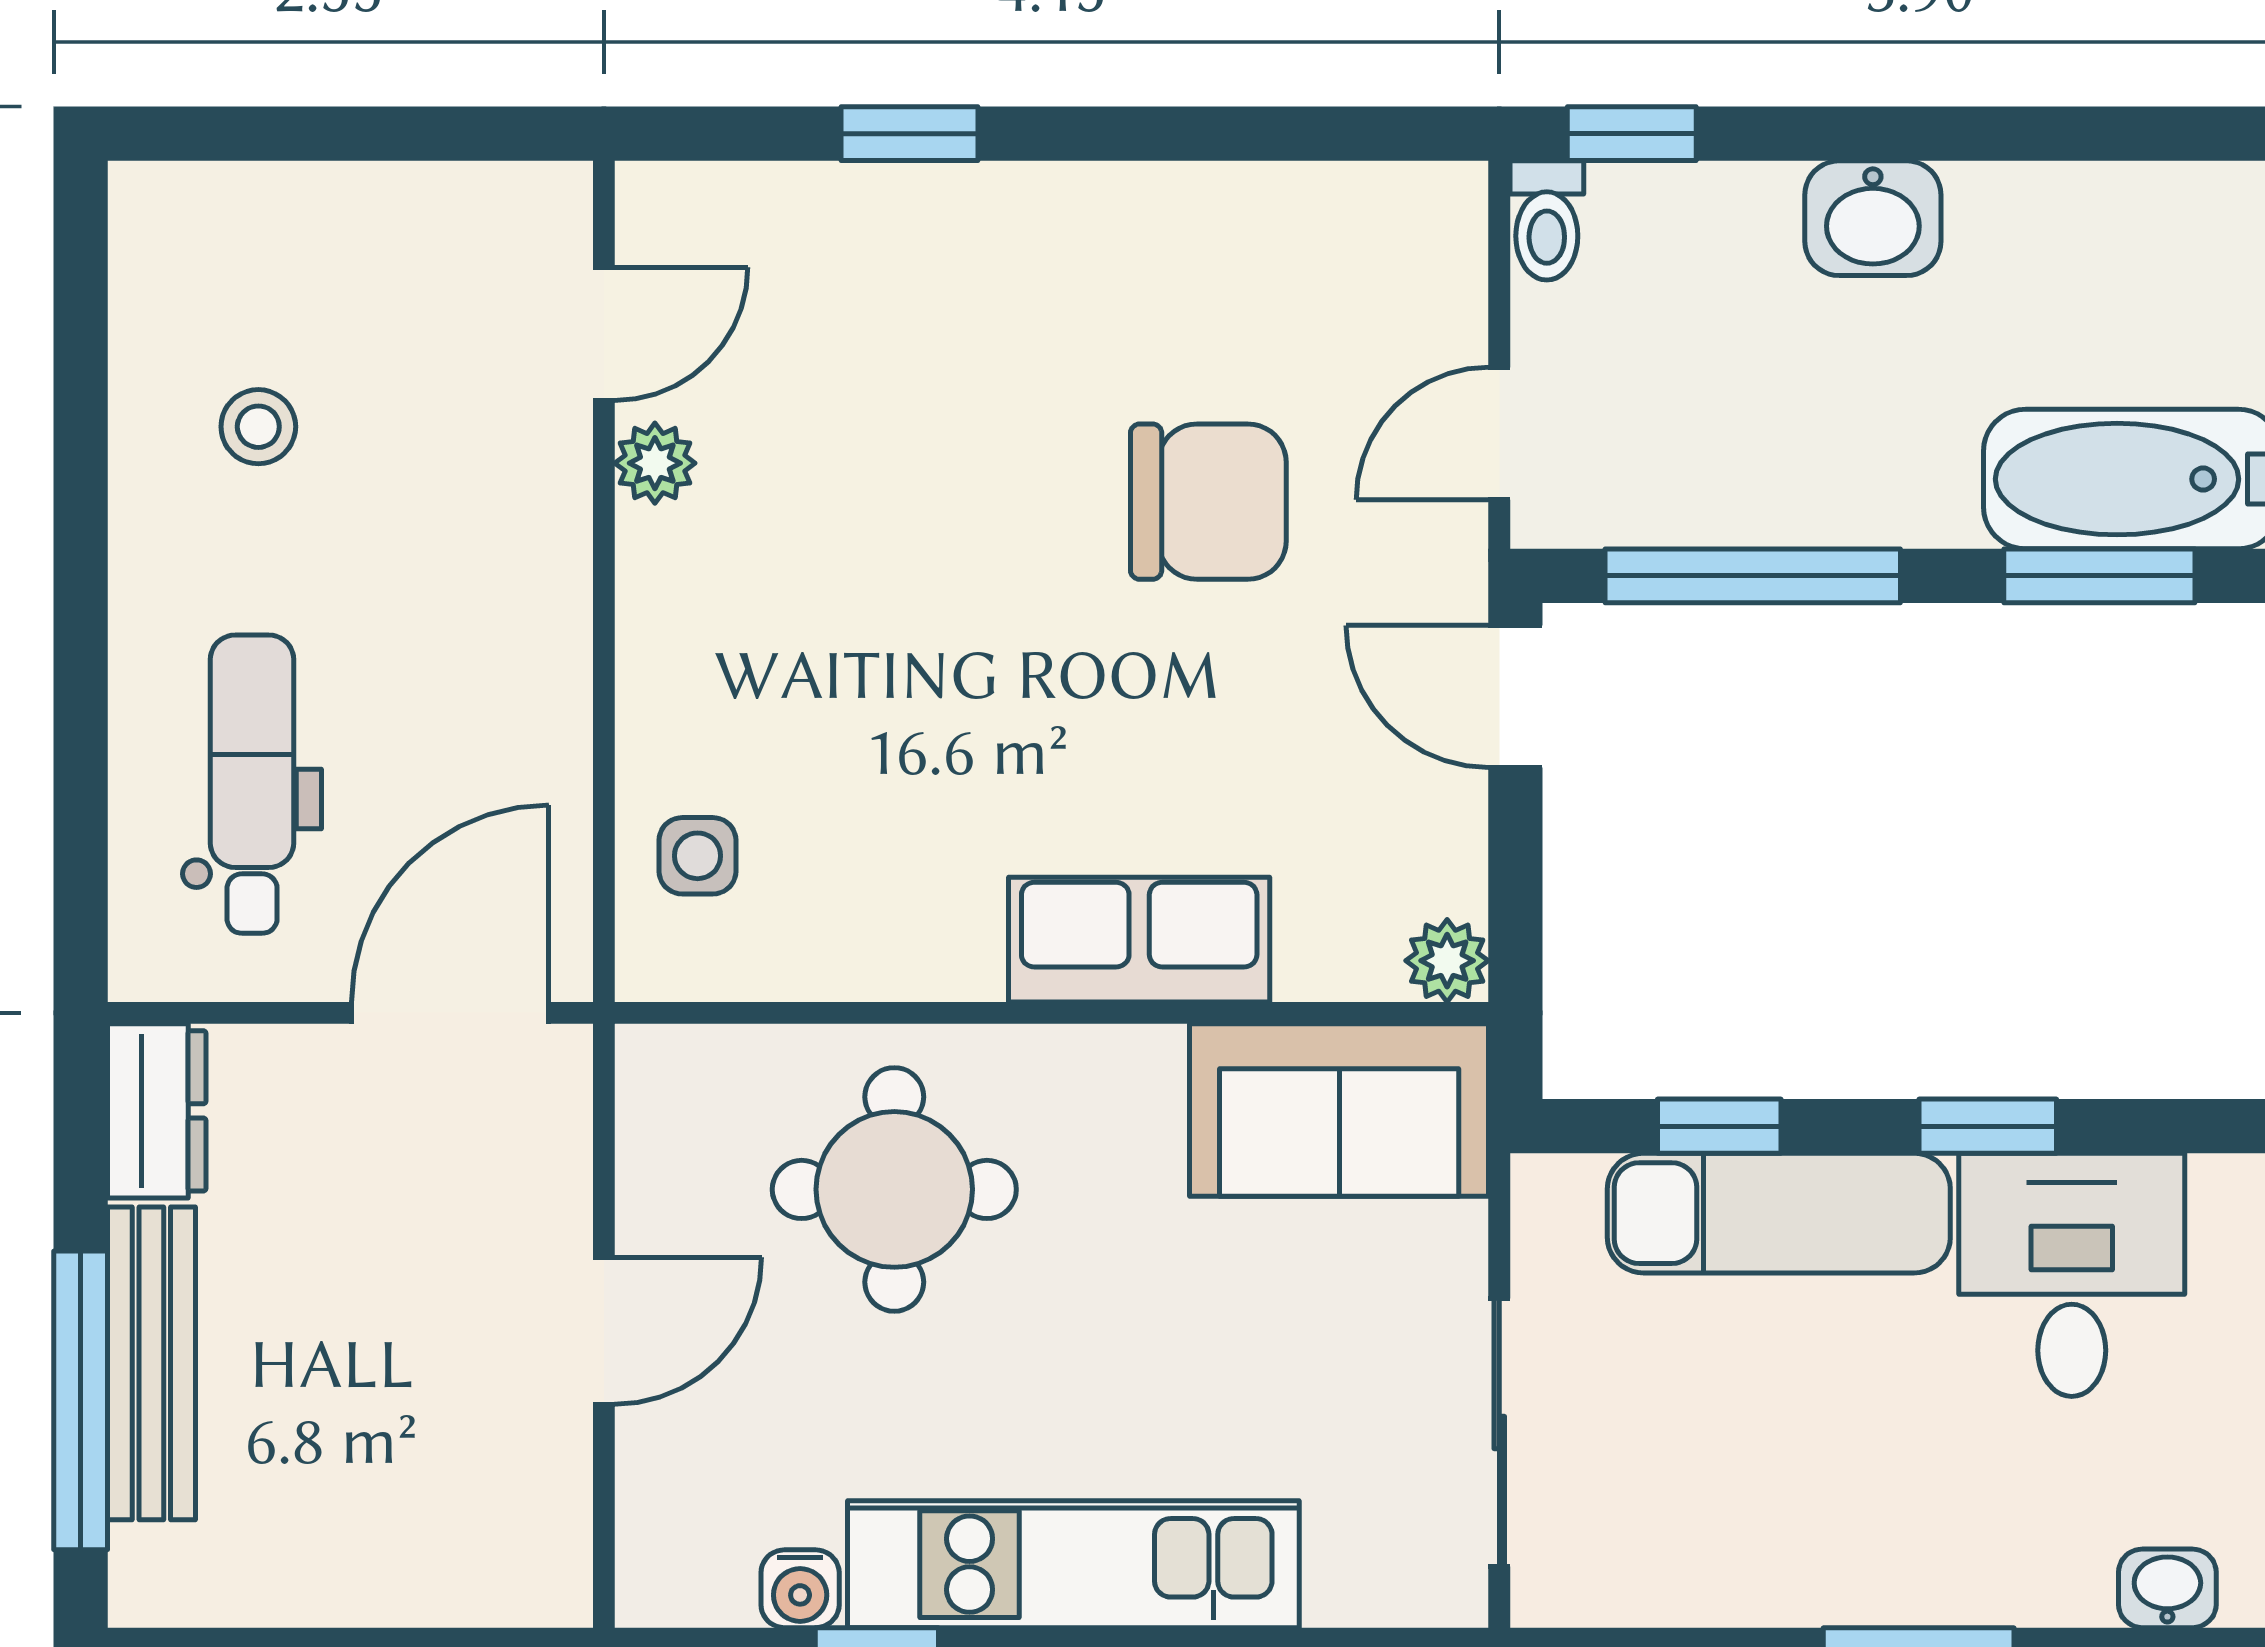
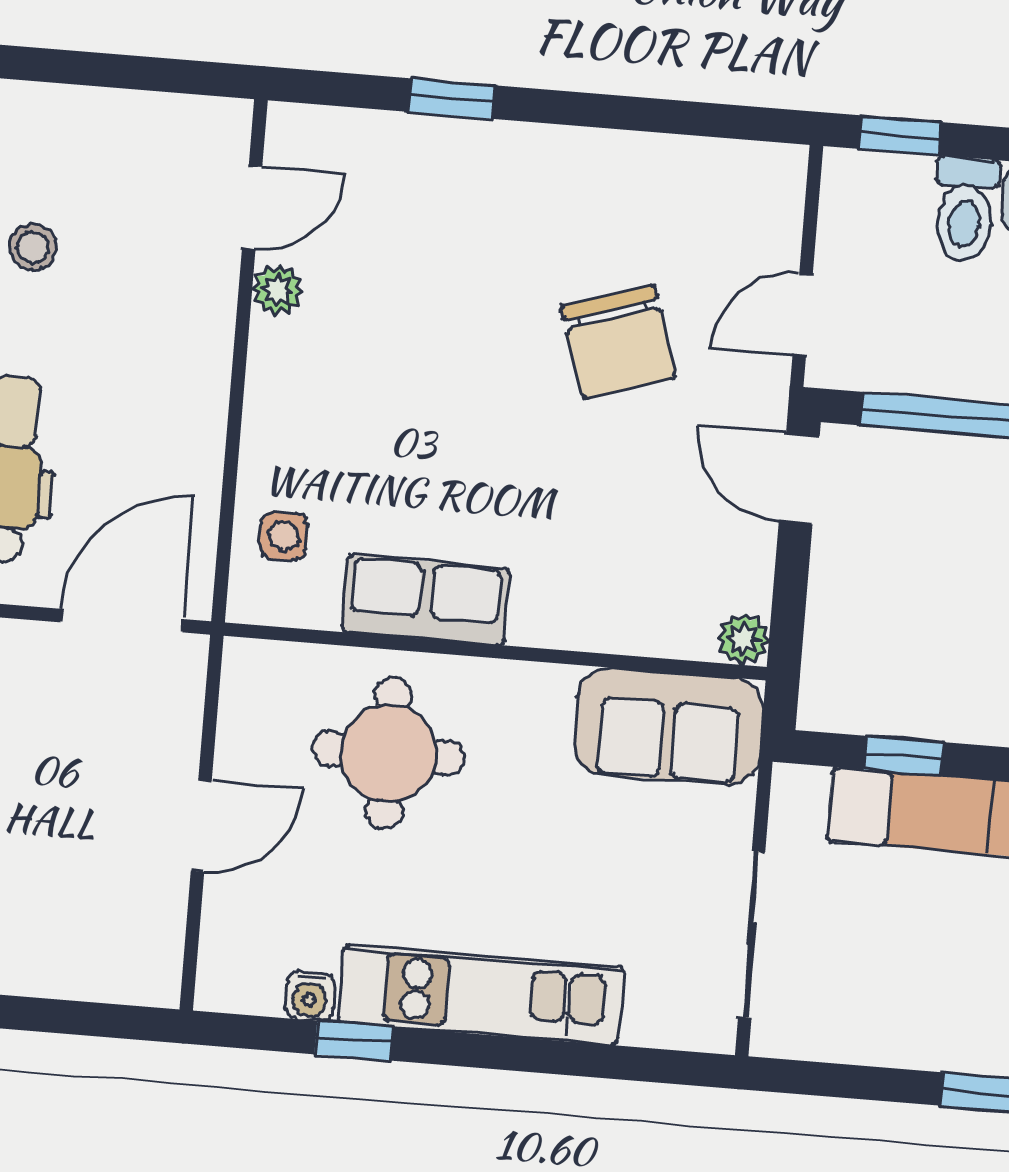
toilet: (1547, 220) -> (965, 209), moved, width x1.37, depth x1.39
chair: (1208, 502) -> (619, 342), turned 72
row of seats: (1139, 940) -> (426, 600), moved

